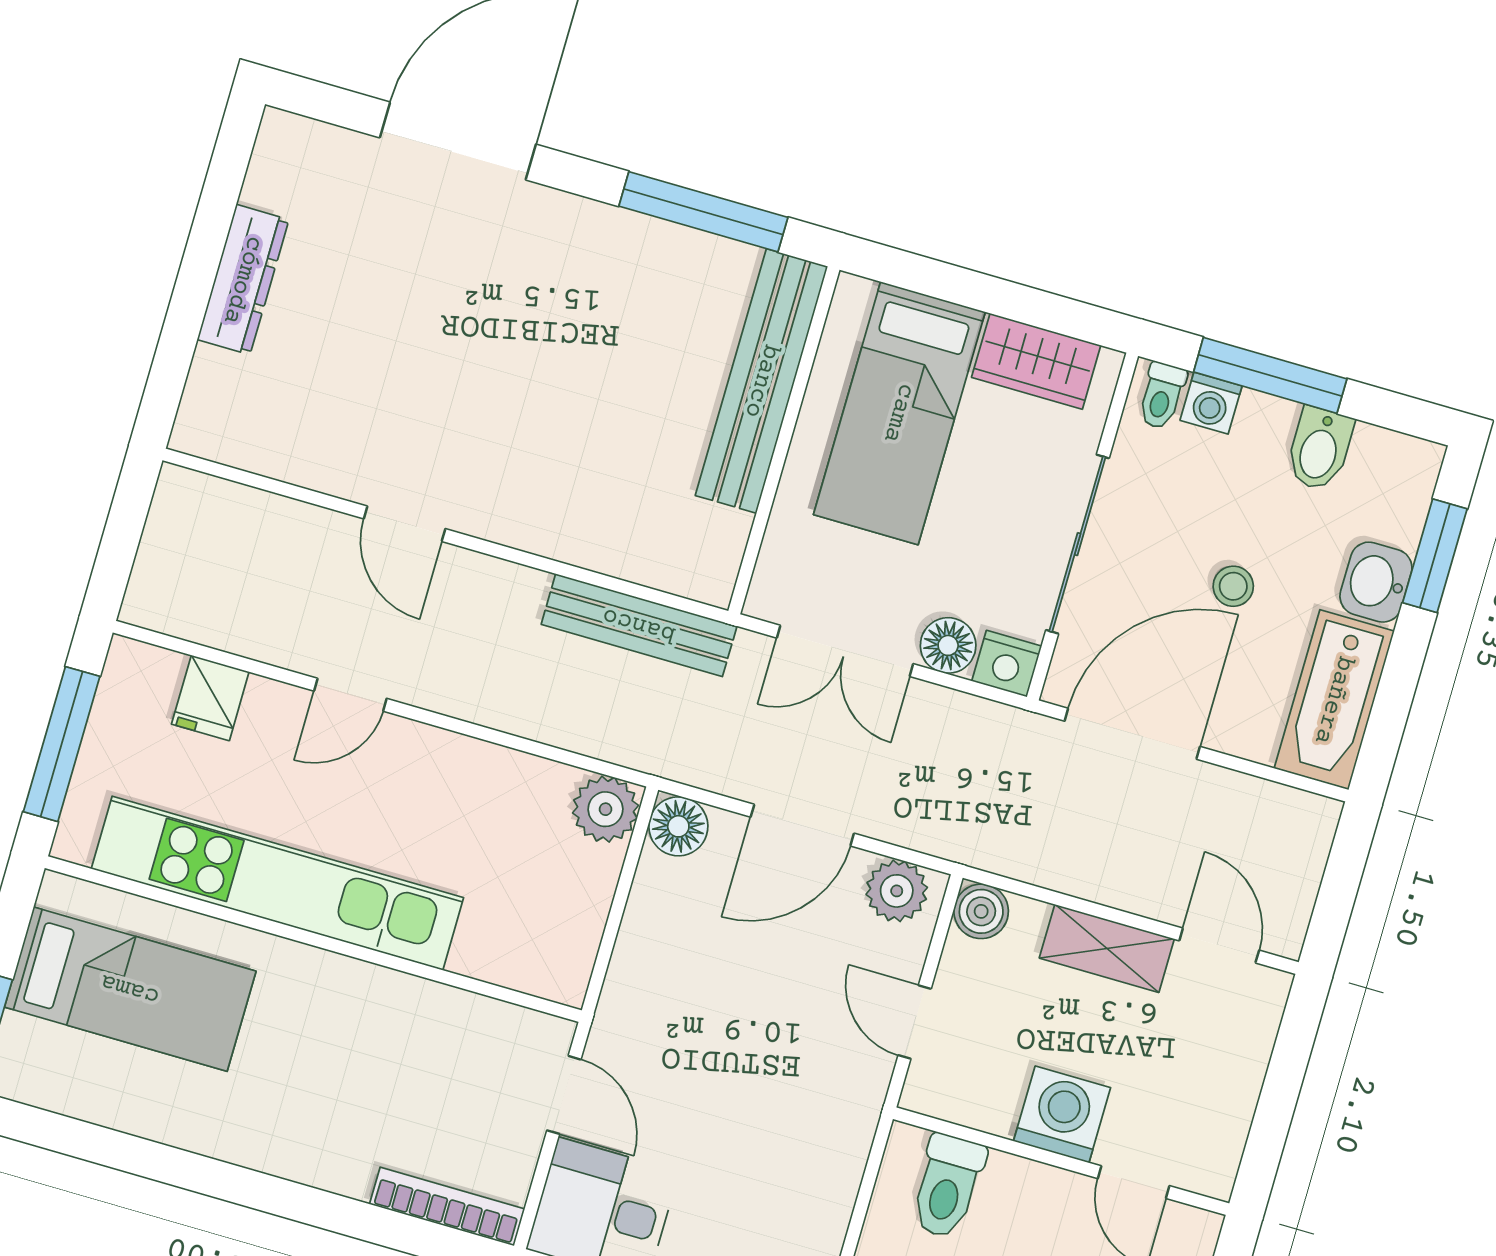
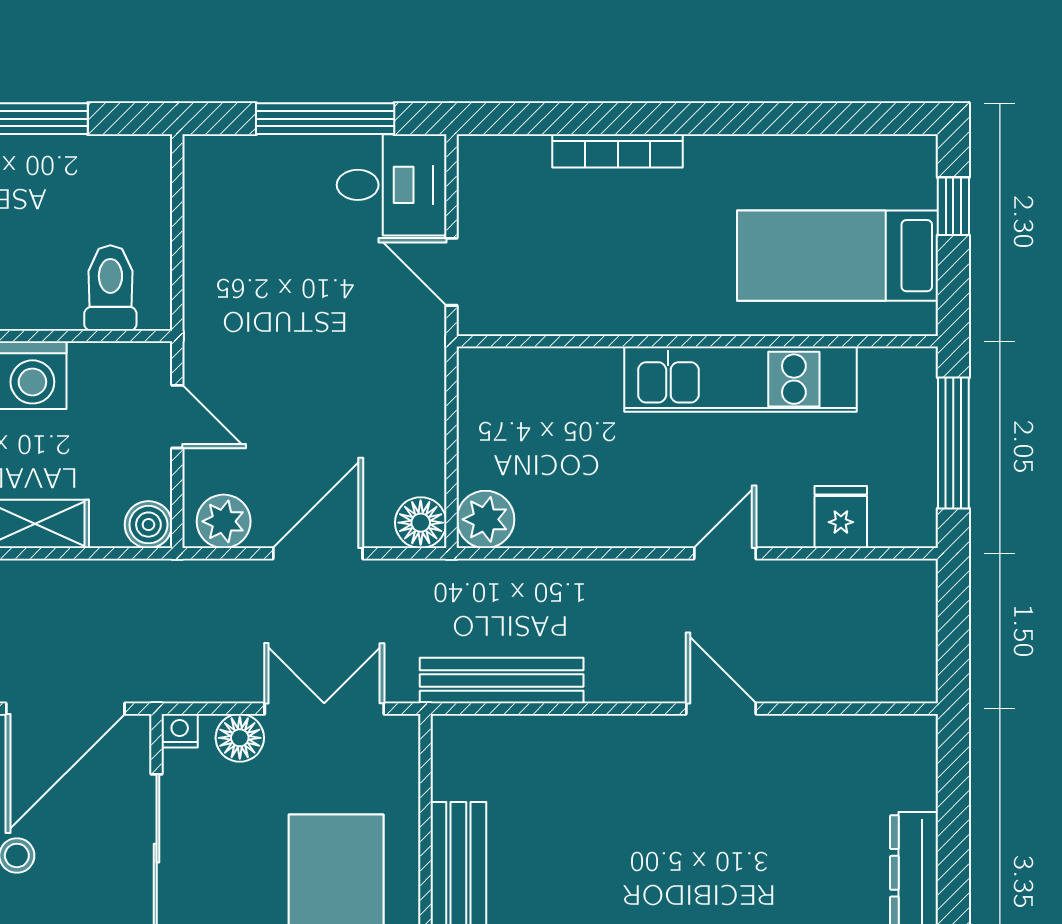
nightstand: (1007, 664) -> (180, 731), width x0.72, depth x0.74
kitchen unit: (277, 883) -> (740, 379), width x0.73
bookcase: (447, 1207) -> (618, 151), moved

